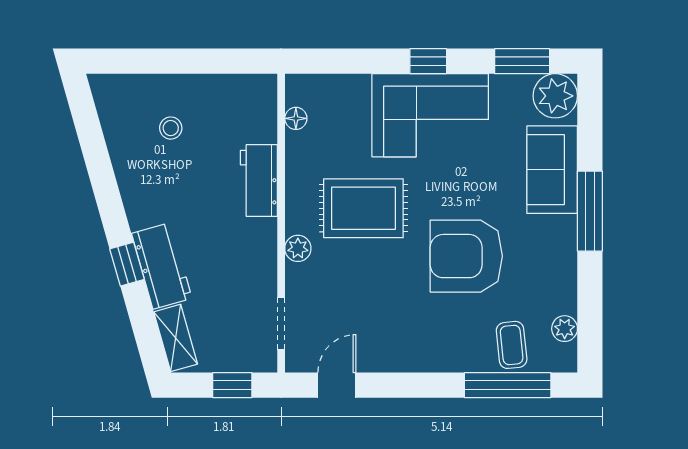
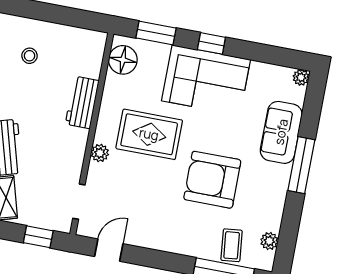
window: (522, 61) -> (156, 33), moved
plant: (555, 96) -> (301, 77), width x0.53, depth x0.53
floor lamp: (296, 118) -> (123, 60), width x1.89, depth x1.89

